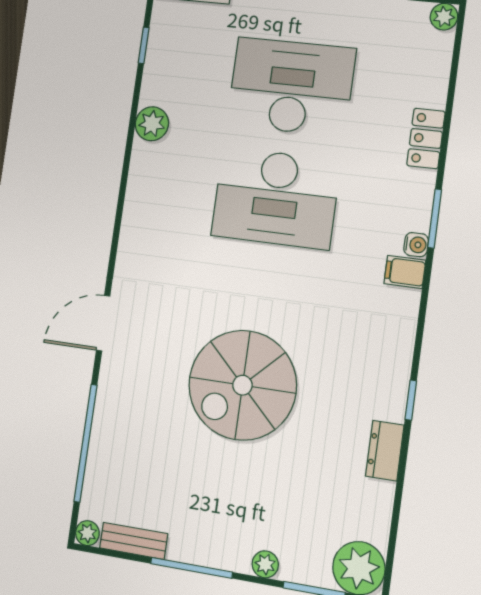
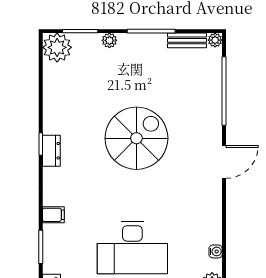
desk: (276, 198) -> (132, 248), turned 180
water cooler: (416, 245) -> (216, 251), moved, turned 180
dresser: (385, 451) -> (51, 151), moved

